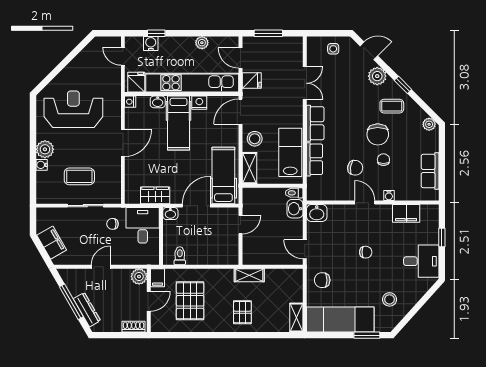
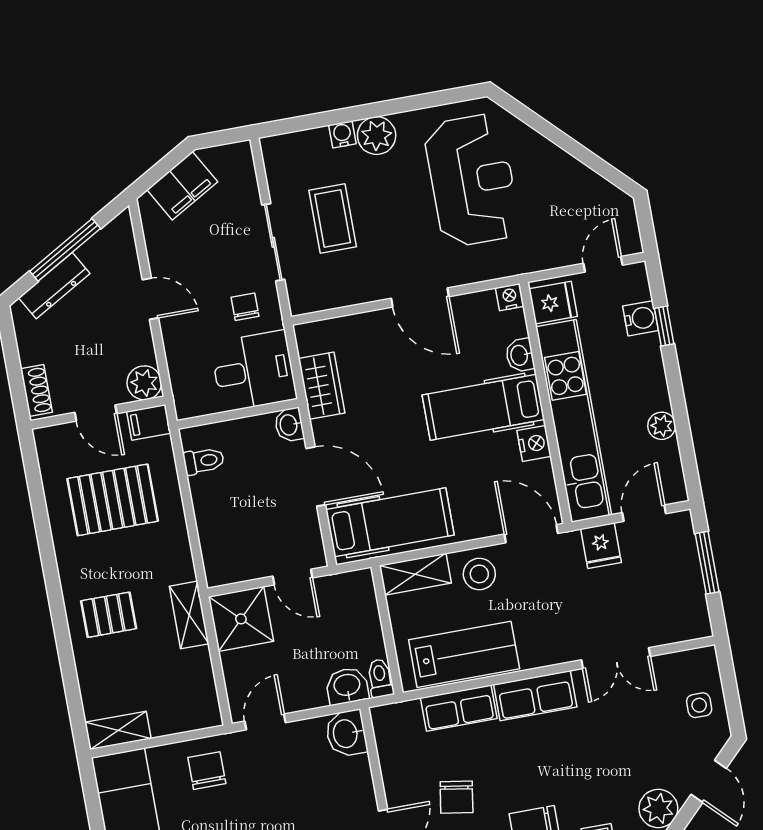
shower: (255, 252) -> (241, 619), added

